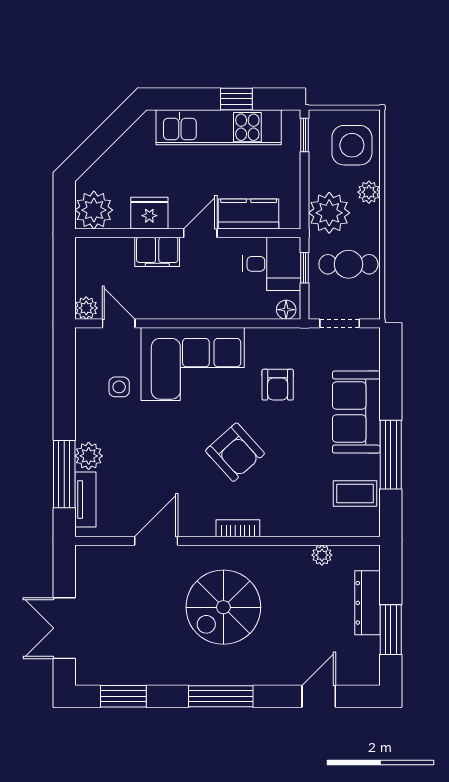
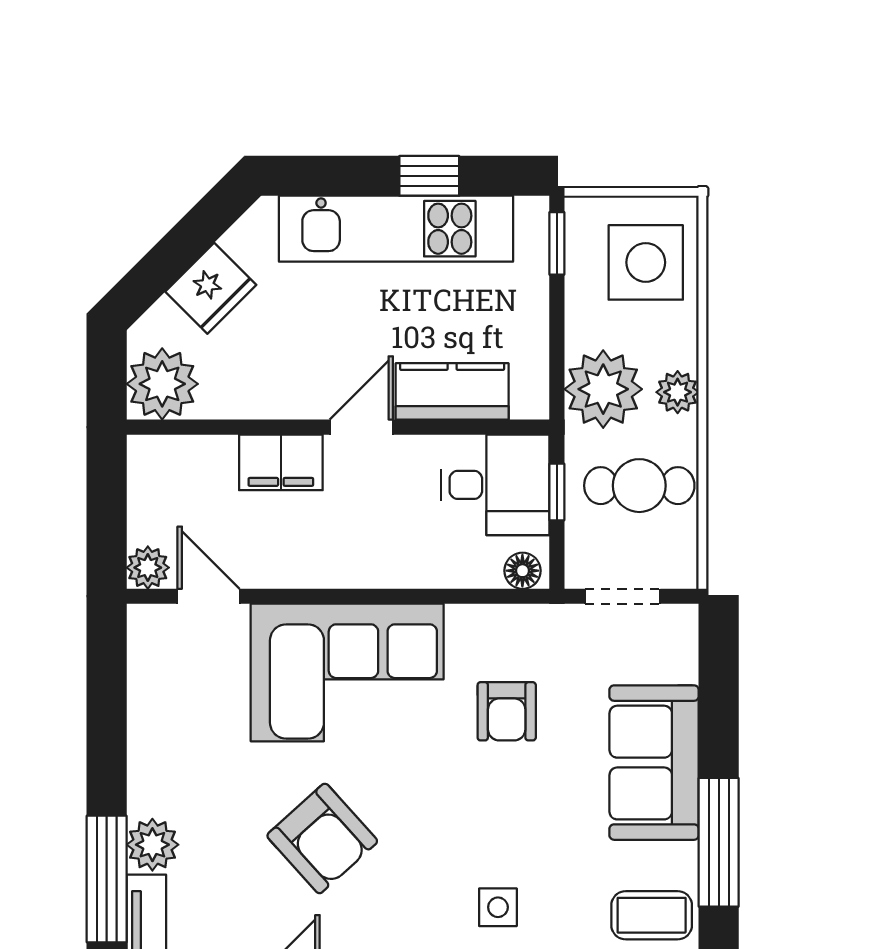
plant: (369, 192) -> (678, 392), moved
fridge: (149, 213) -> (211, 288), moved, turned 135
side table: (119, 387) -> (498, 907), moved
armchair: (235, 452) -> (322, 838), moved

